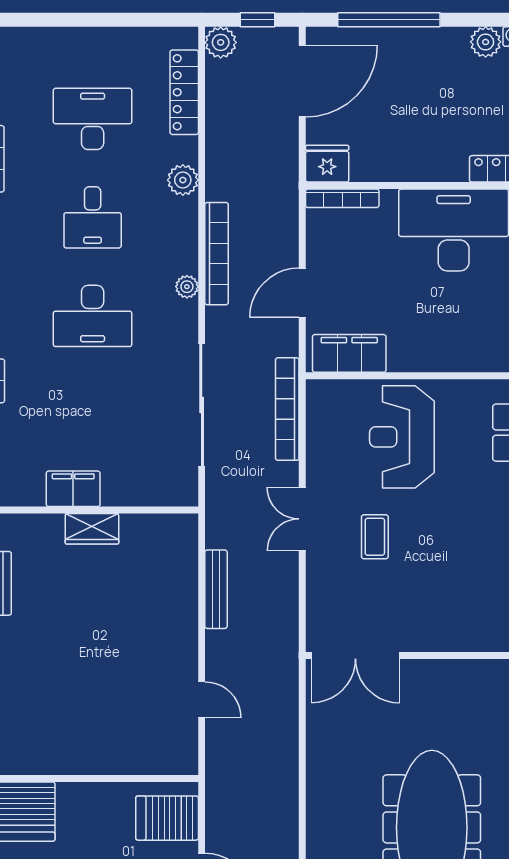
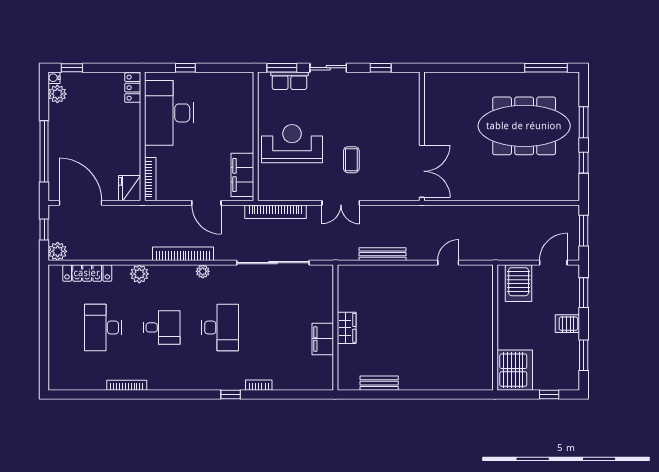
reception desk: (402, 437) -> (292, 144), turned 180
coffee table: (375, 537) -> (351, 160), turned 90

